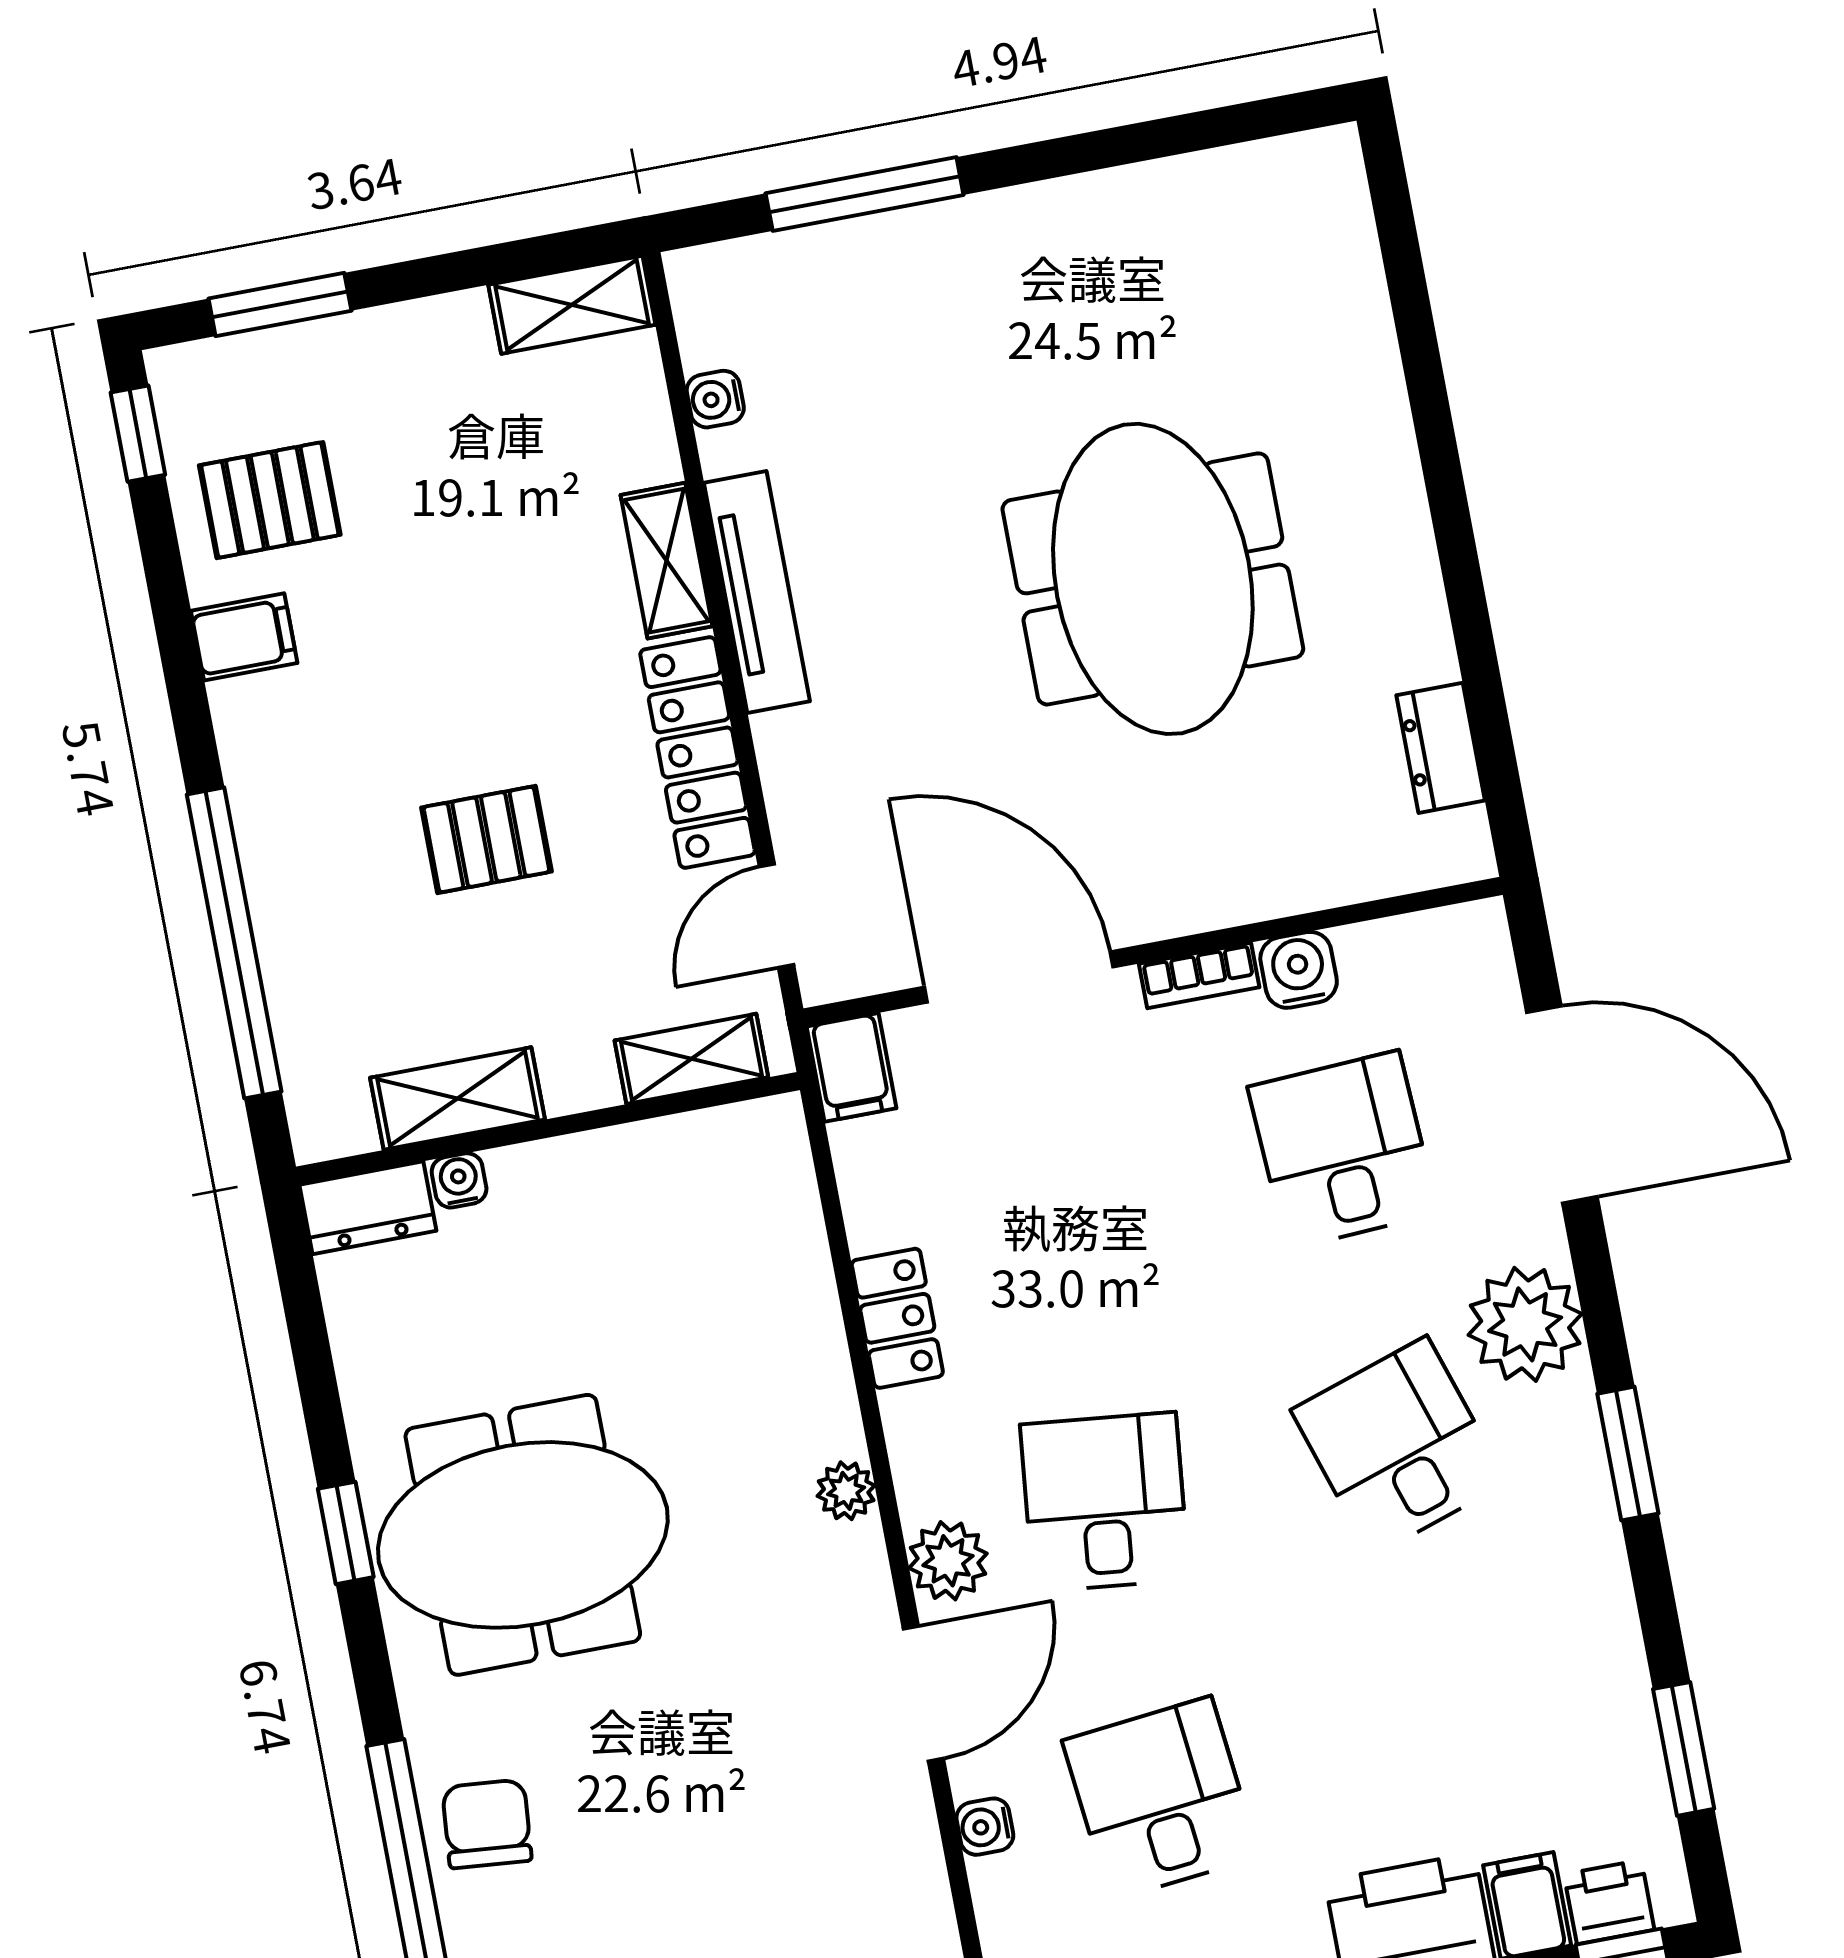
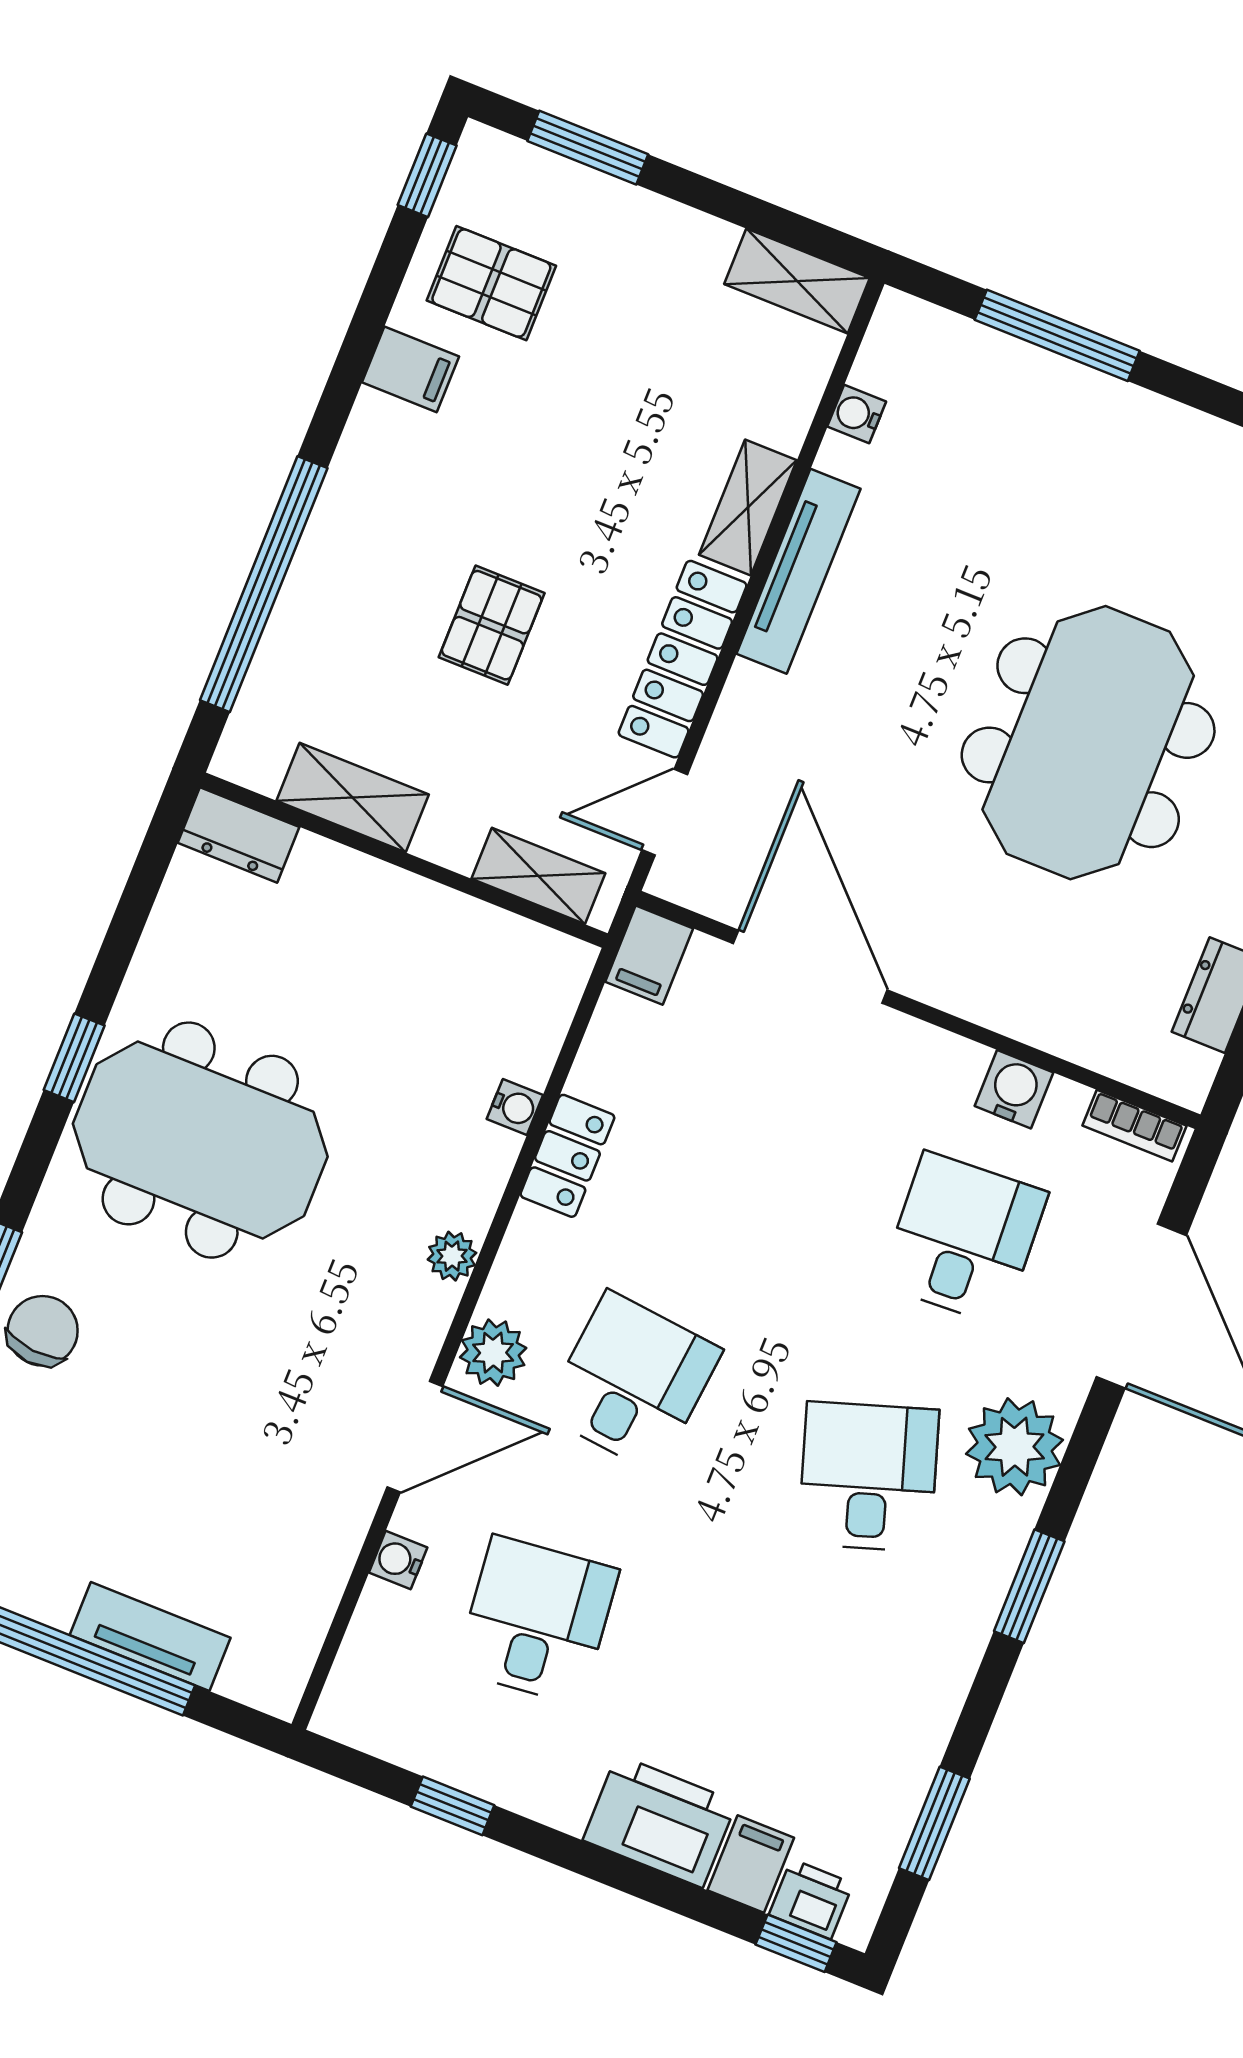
pallet: (486, 839) -> (492, 625), turned 90
bookcase: (1199, 975) -> (1135, 1126), moved
water cooler: (459, 1180) -> (515, 1107), moved, turned 90

